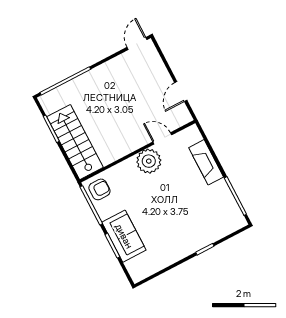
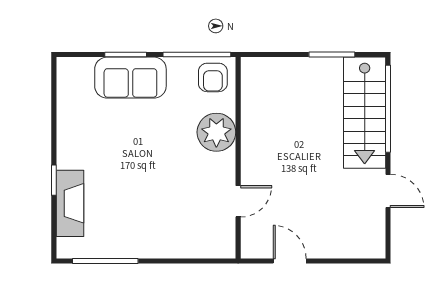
door: (137, 43) -> (388, 191), moved
stairs: (75, 142) -> (365, 113), moved, turned 90
plant: (149, 161) -> (216, 132), moved
fireplace: (206, 162) -> (70, 203), moved, turned 90

